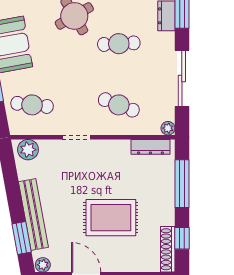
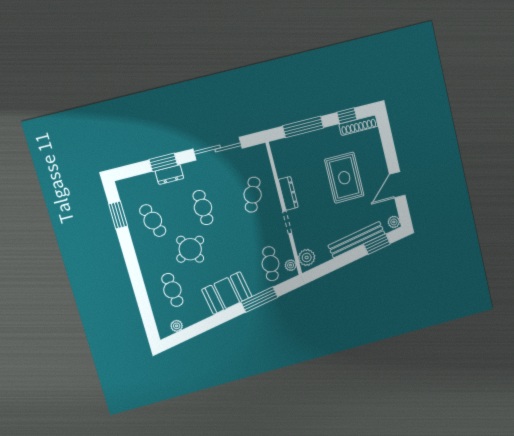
plant: (168, 128) -> (291, 265), moved
dresser: (150, 147) -> (288, 193), moved

